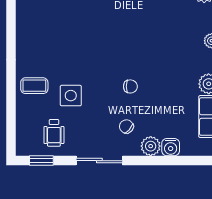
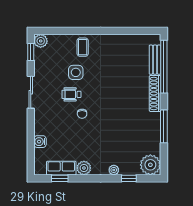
chair: (126, 126) -> (54, 111), removed
wheelchair: (54, 133) -> (72, 94), moved
plant: (151, 146) -> (41, 41), moved

